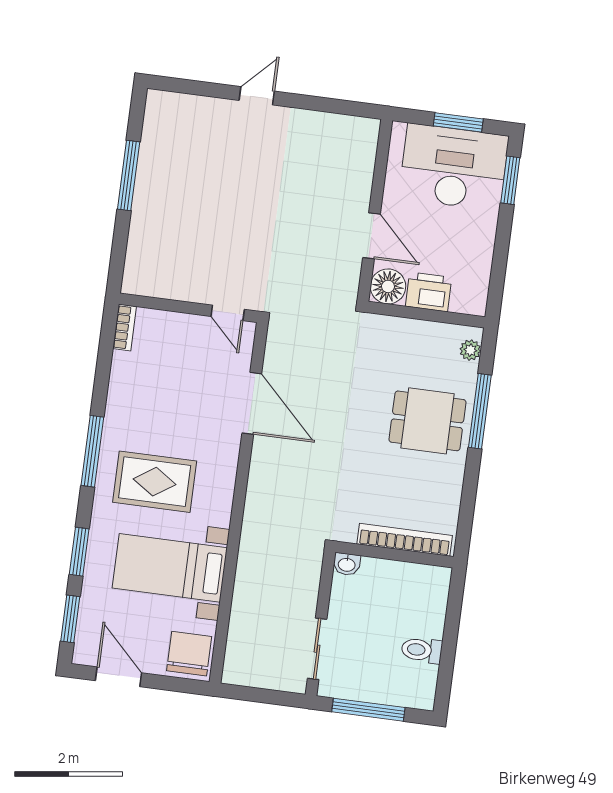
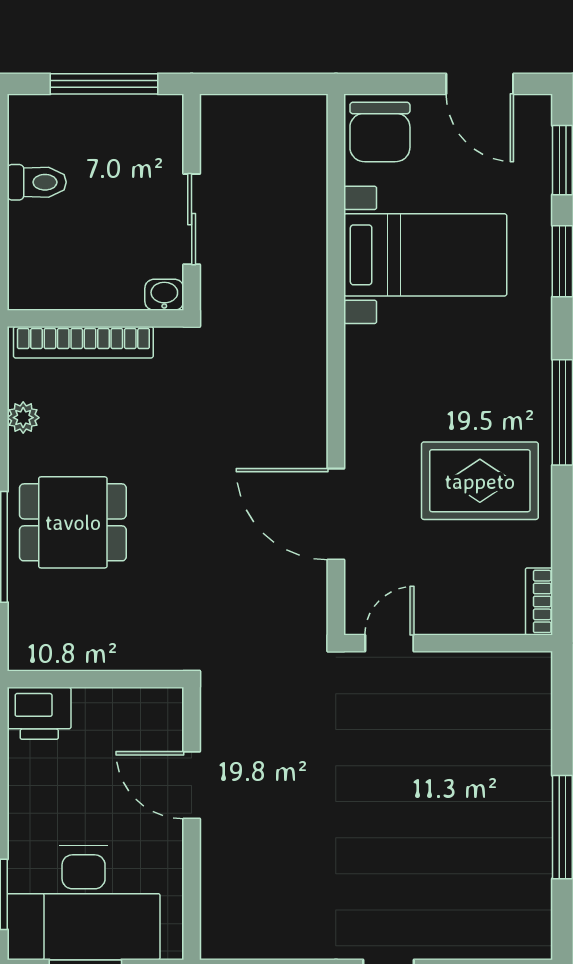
floor lamp: (388, 286) -> (157, 713), removed
printer: (429, 292) -> (39, 713), moved
door: (228, 313) -> (389, 643), hinge flipped
plant: (470, 350) -> (23, 418), moved
rug: (155, 482) -> (480, 481), moved
sliding door: (317, 649) -> (192, 219), moved

